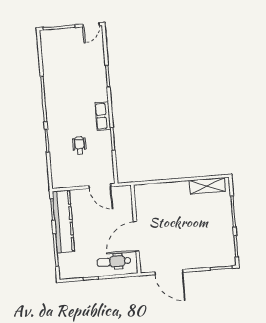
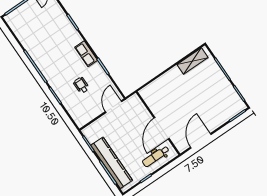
door: (100, 186) -> (114, 107), swing flipped
kitchen counter: (63, 221) -> (112, 163), moved
door: (169, 272) -> (201, 141), swing flipped

